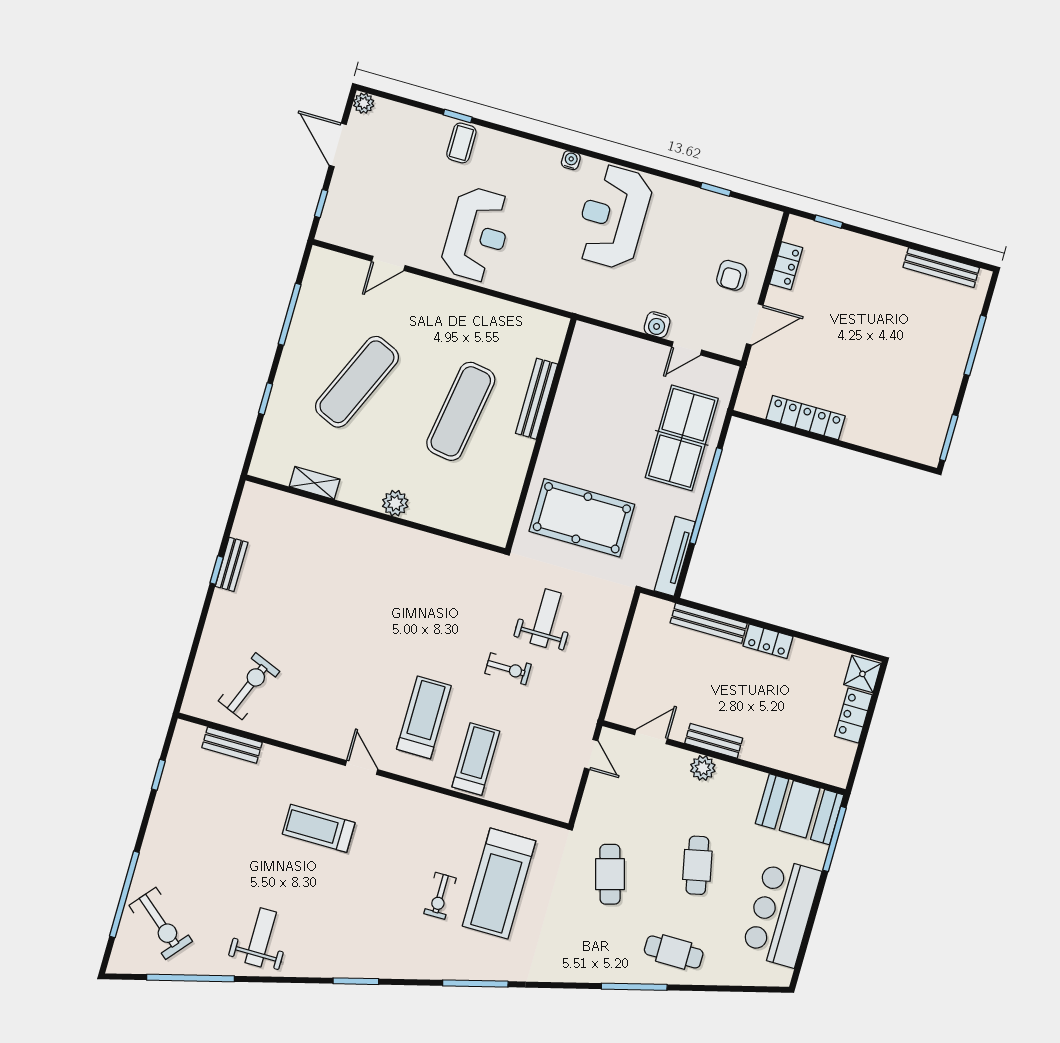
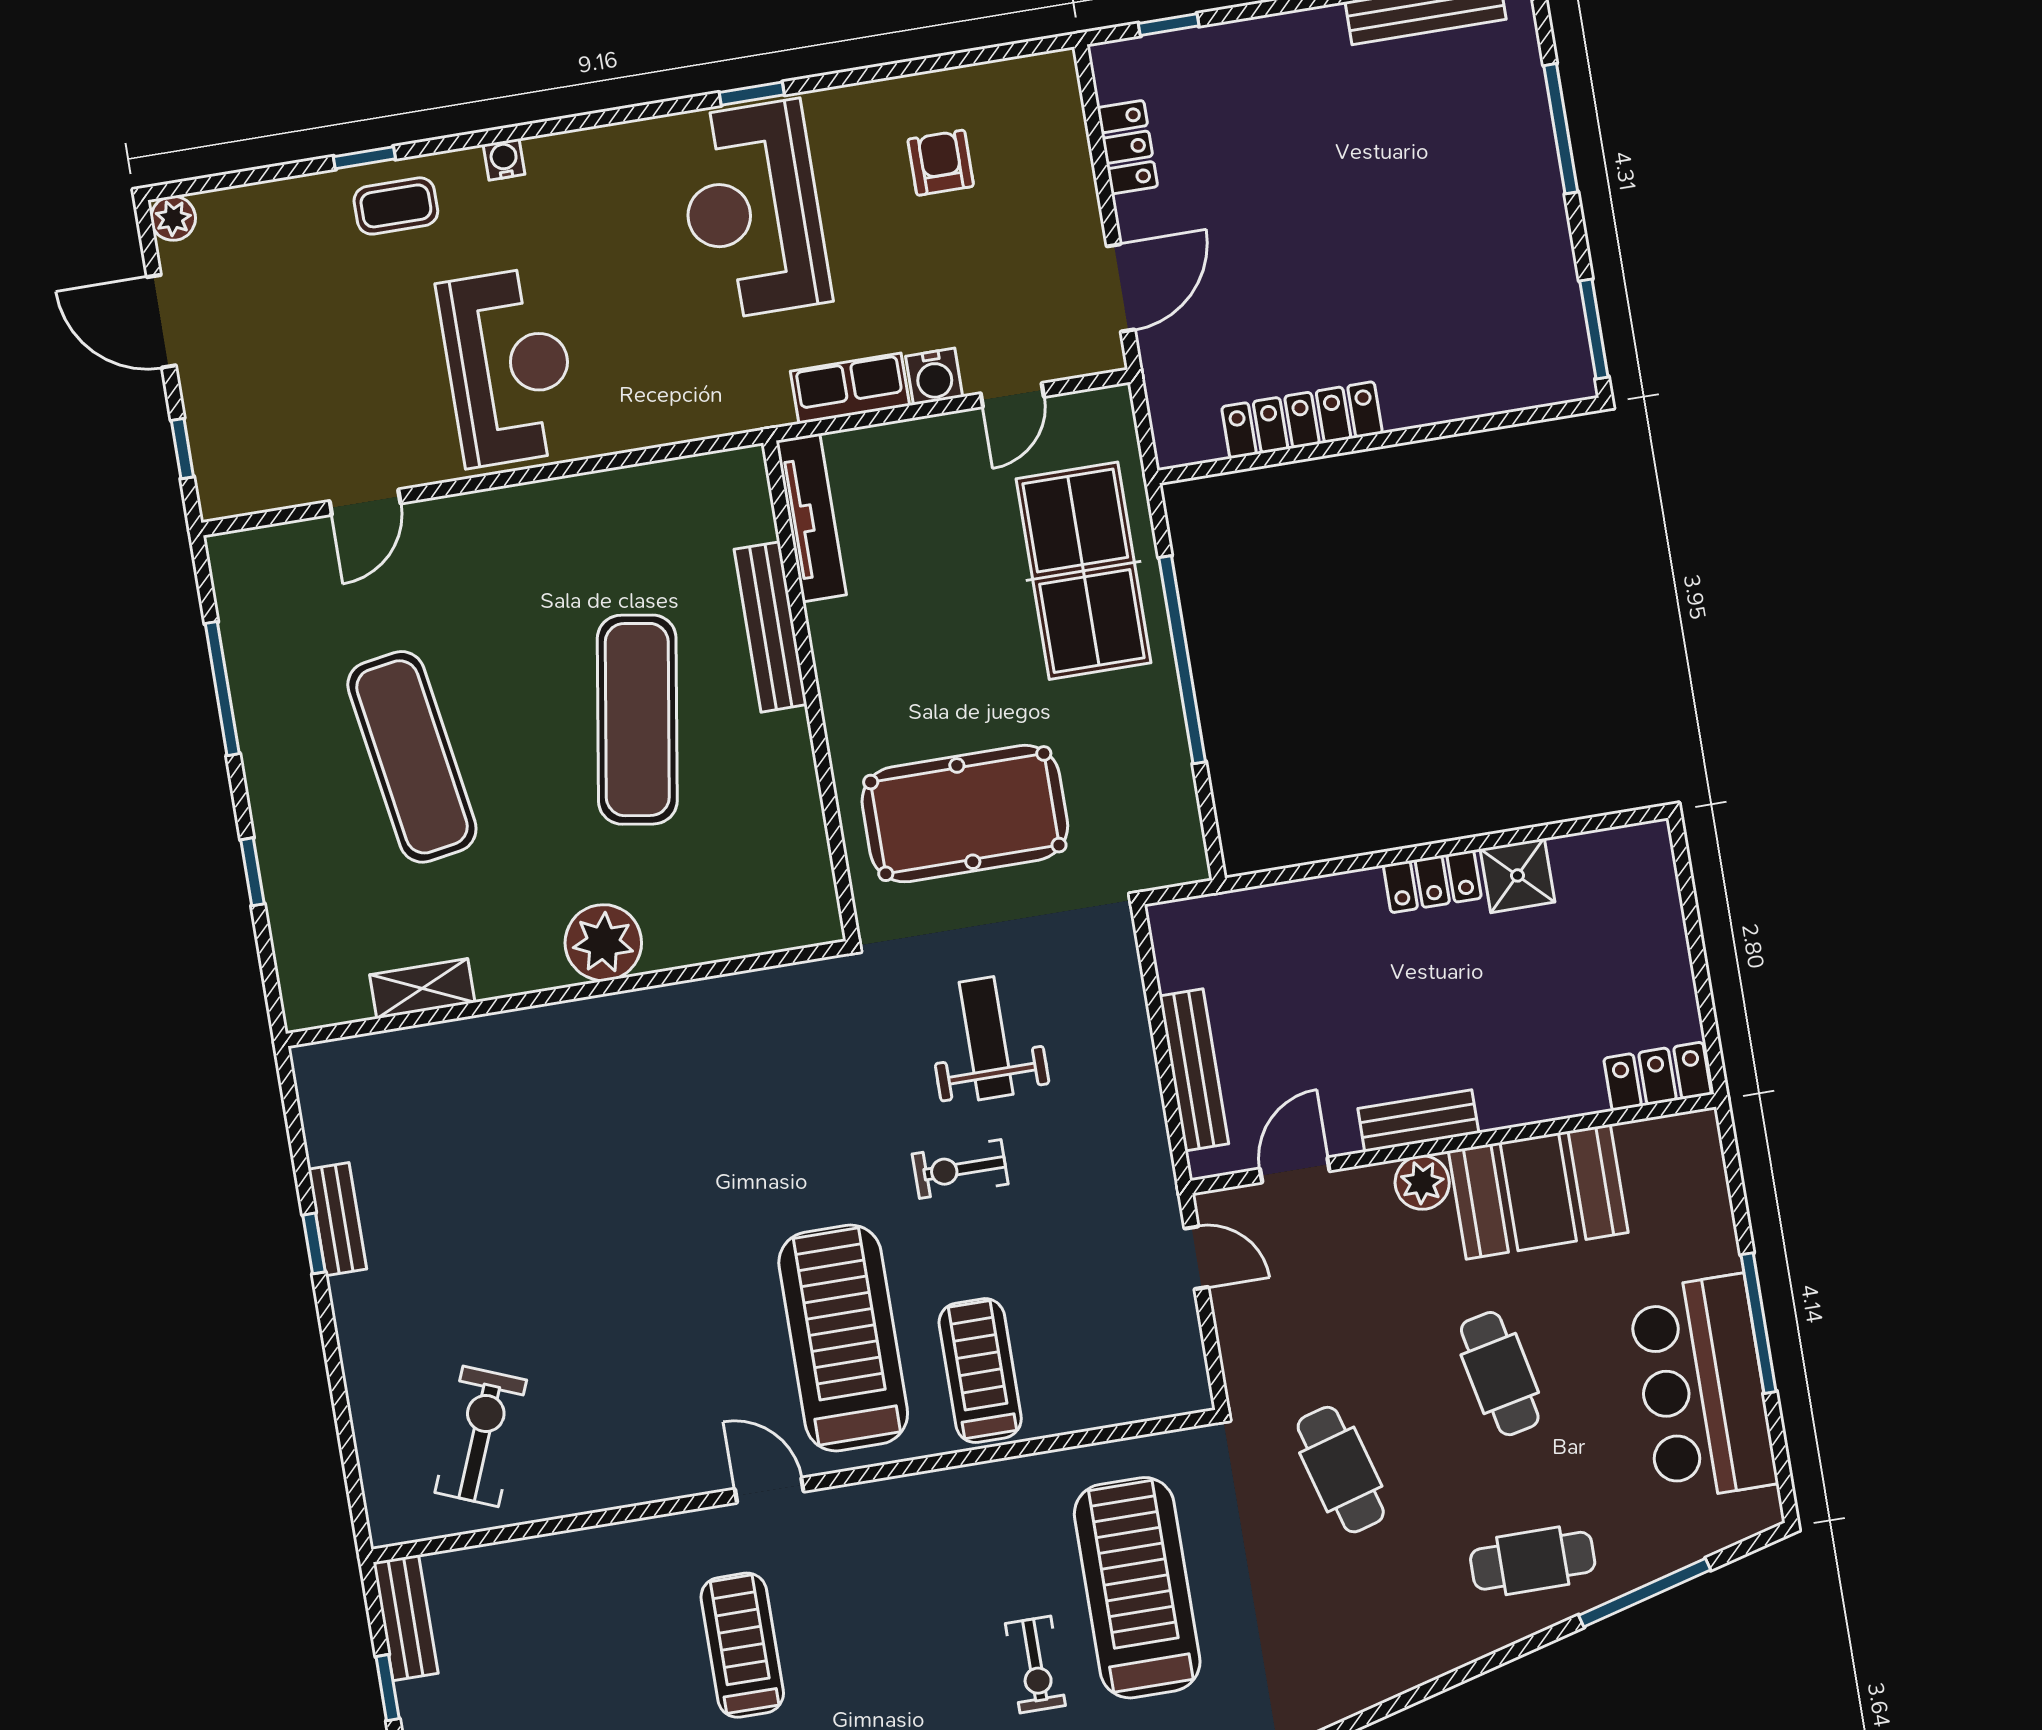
coffee table: (461, 143) -> (396, 206), turned 90
water cooler: (571, 160) -> (504, 159), moved
window: (716, 189) -> (752, 94), moved
armchair: (732, 275) -> (941, 163), moved, turned 180
row of seats: (619, 313) -> (850, 388), added
exercise mat: (357, 382) -> (412, 757), turned -33
plant: (395, 503) -> (603, 943), width x1.36, depth x1.36
tv unit: (675, 556) -> (811, 518), moved, turned 180
bench: (709, 623) -> (1194, 1070), moved, turned 90
exercise bike: (508, 669) -> (960, 1169), turned 180
shower: (862, 674) -> (1517, 875), moved
locker: (853, 715) -> (1657, 1076), moved, turned 90
treadmill: (424, 717) -> (843, 1338), width x1.37, depth x1.38
bench: (232, 745) -> (406, 1618), moved, turned 90
booth: (800, 809) -> (1538, 1192), moved
treadmill: (319, 828) -> (742, 1645), turned 90
window: (835, 839) -> (1759, 1323), moved
treadmill: (499, 884) -> (1137, 1588), turned 180
window: (634, 987) -> (1645, 1593), moved

